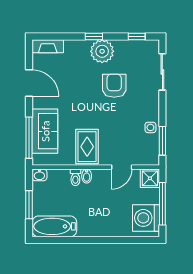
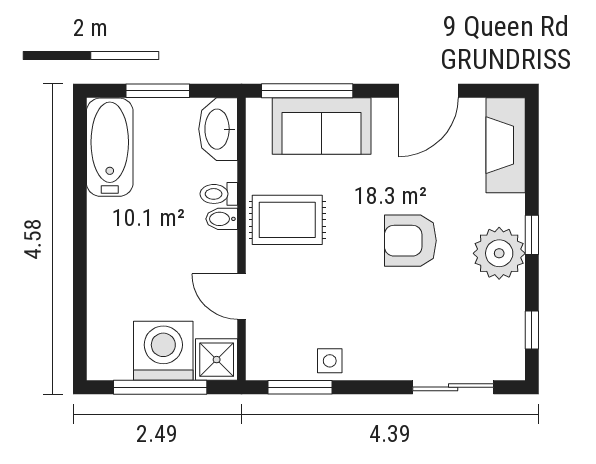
fireplace: (48, 46) -> (506, 145), width x1.37, depth x1.32
armchair: (114, 86) -> (410, 241), moved, turned 180
washbasin: (39, 175) -> (218, 129), width x1.91, depth x1.45
washing machine: (146, 218) -> (163, 351), moved

